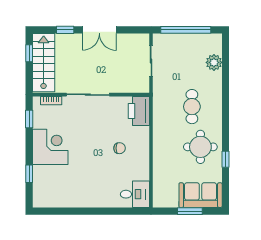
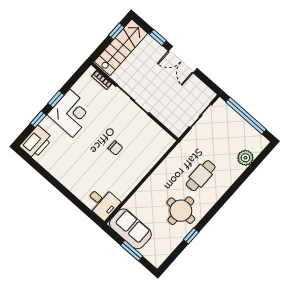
printer: (139, 111) -> (36, 142), moved, turned 180
window: (29, 119) -> (56, 99), moved
chair: (120, 148) -> (115, 148), moved
sofa: (201, 195) -> (130, 229), moved

